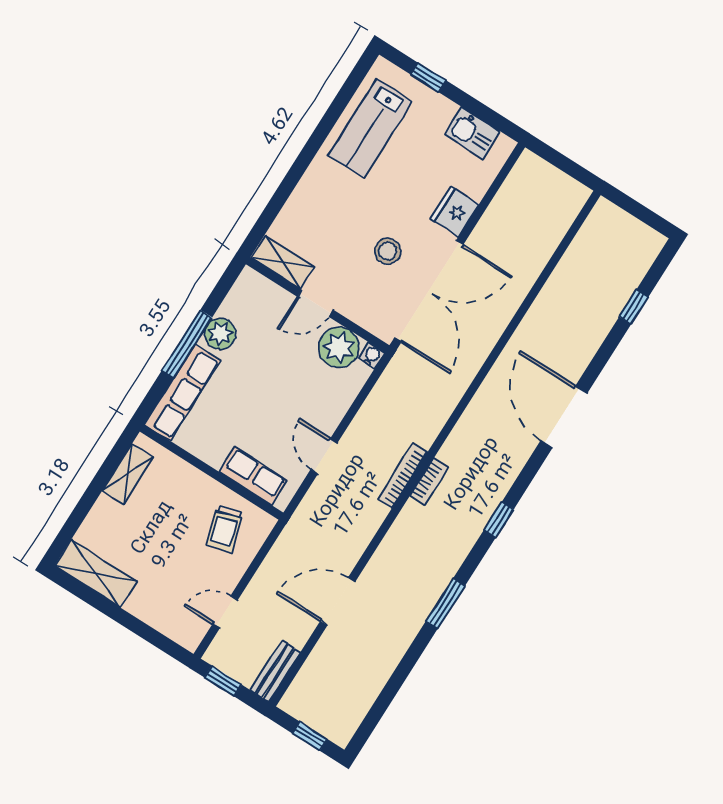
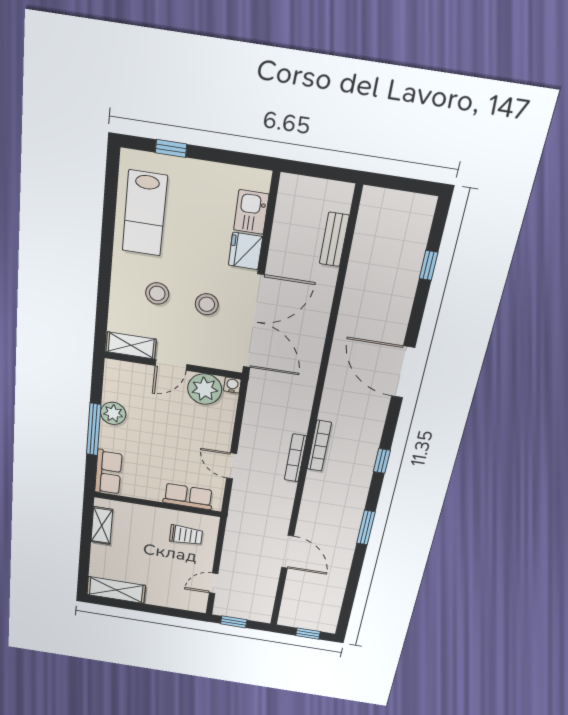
kitchen sink: (472, 133) -> (251, 212), moved, turned 90
stool: (341, 217) -> (157, 293), added
row of seats: (183, 393) -> (108, 472), width x0.68
bookcase: (429, 482) -> (319, 446), width x1.56
trolley: (225, 529) -> (186, 535), turned -74
door: (338, 601) -> (288, 552), swing flipped
bench: (275, 671) -> (334, 240), moved

